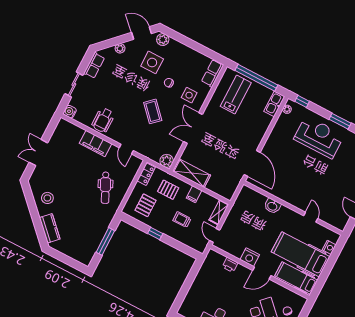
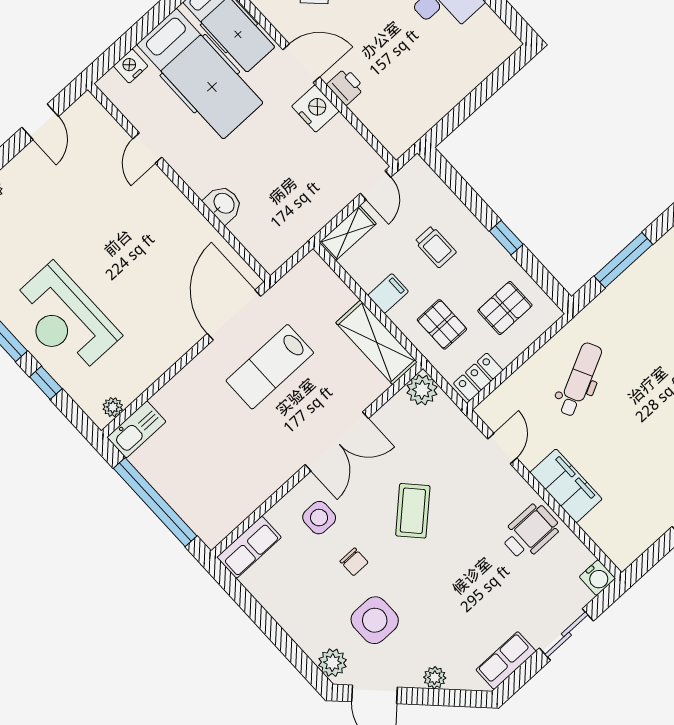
lab bench: (236, 95) -> (270, 367), moved
window: (302, 101) -> (46, 383), moved
printer: (230, 265) -> (346, 86), moved

